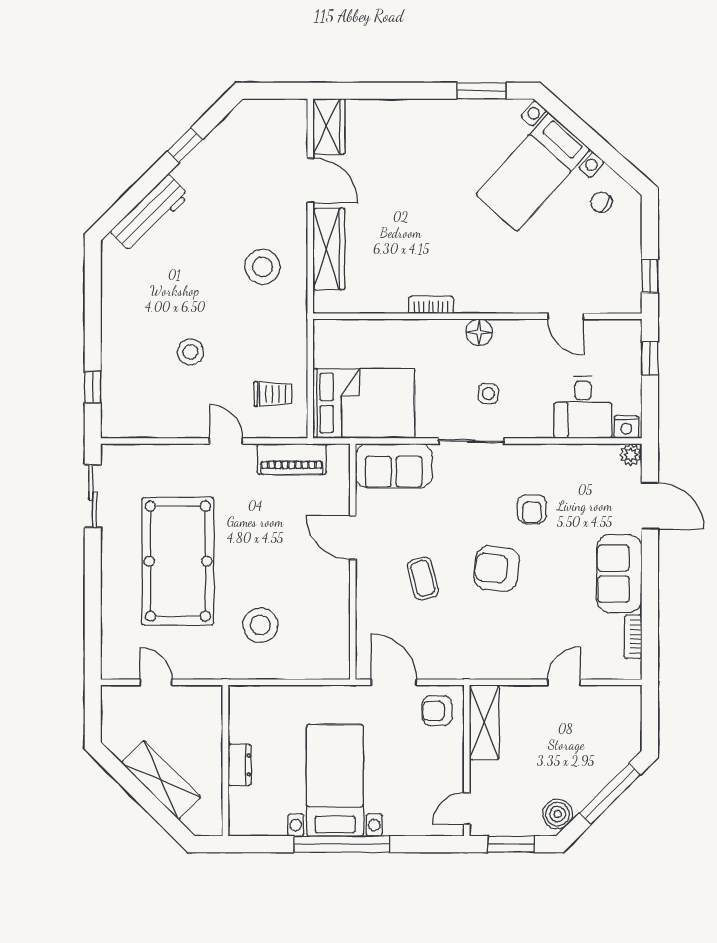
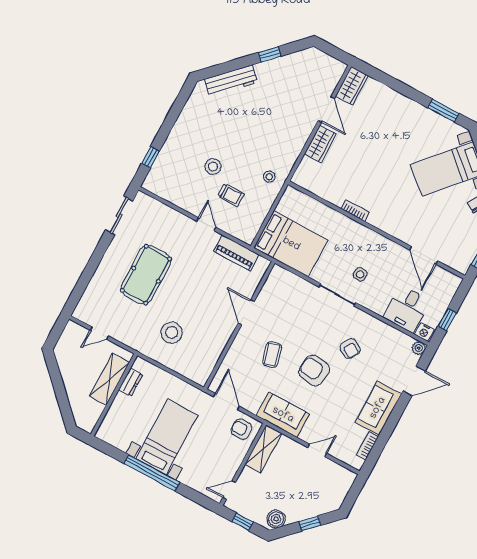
wardrobe: (329, 249) -> (320, 144), width x0.67
stool: (263, 267) -> (269, 177), moved, width x0.53, depth x0.53
door: (566, 316) -> (424, 255), width x1.38
floor lamp: (479, 332) -> (373, 239), removed
window: (650, 358) -> (447, 320), moved
trolley: (273, 394) -> (231, 195), moved
sofa: (394, 466) -> (283, 415), moved, turned 180
door: (650, 506) -> (414, 381), hinge flipped
armchair: (532, 509) -> (350, 349), turned -58
pool table: (178, 561) -> (146, 275), width x0.73, depth x0.76
door: (156, 682) -> (99, 333), swing flipped
dresser: (240, 765) -> (131, 382), moved
shelving: (161, 780) -> (109, 379), moved, turned 45
window: (610, 794) -> (310, 523), width x0.46
window: (511, 844) -> (243, 522), width x0.67

